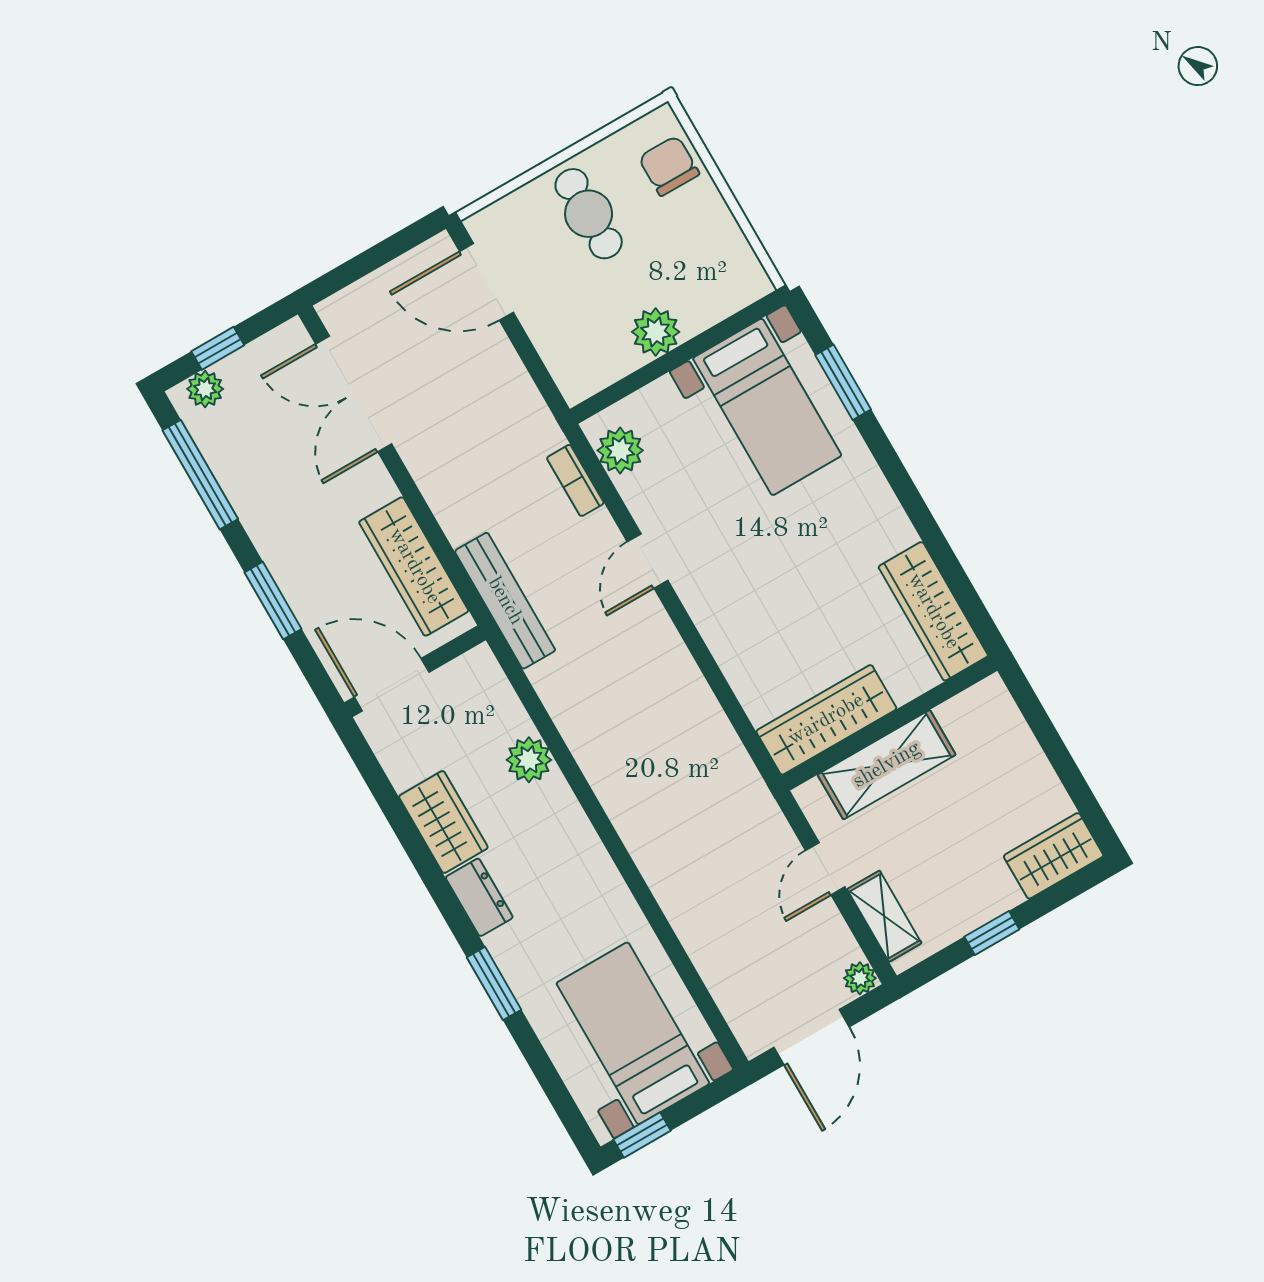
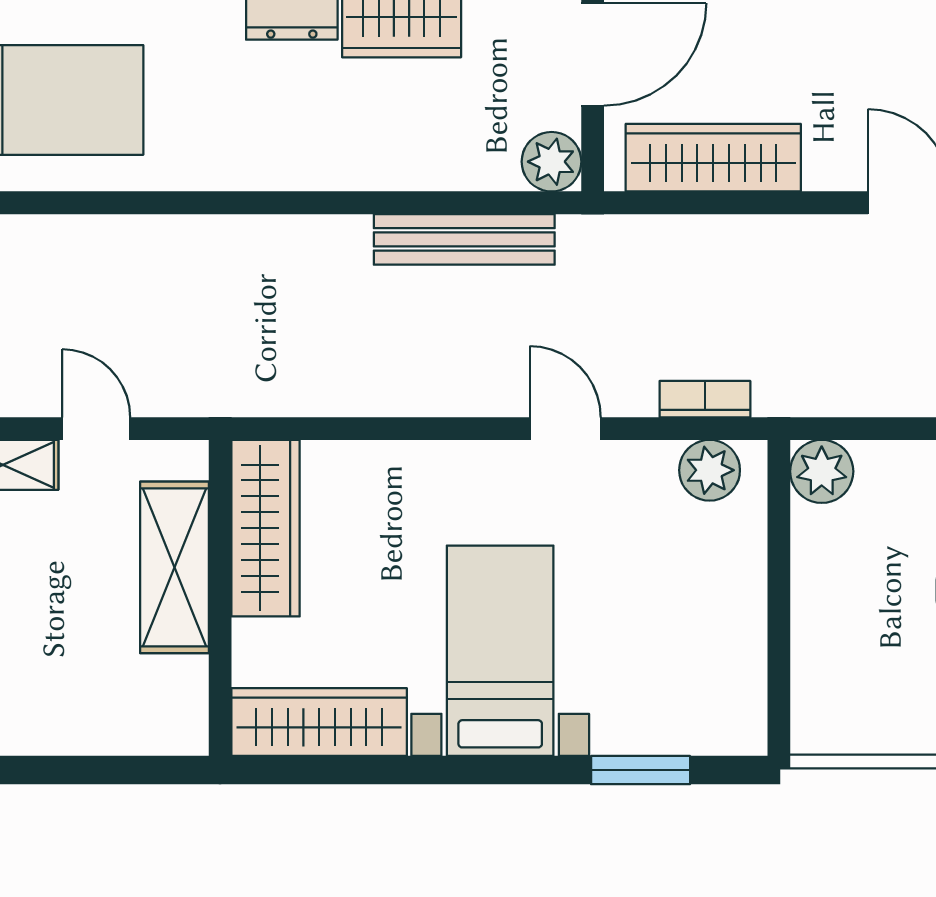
plant: (656, 332) -> (822, 471), moved
bed with nightstands: (767, 407) -> (500, 651), moved, turned 90
bench: (505, 601) -> (464, 239), moved
plant: (529, 760) -> (552, 162), moved

